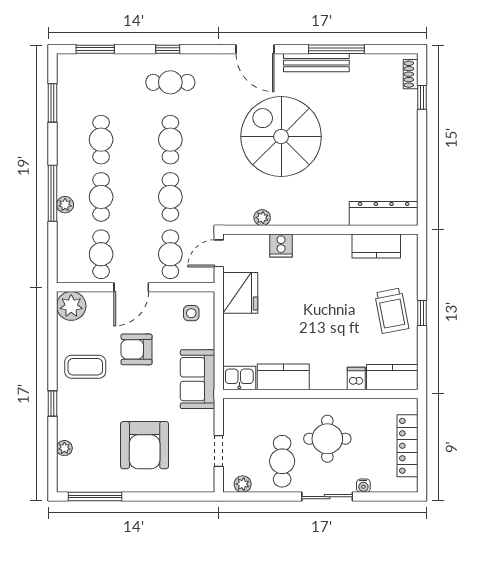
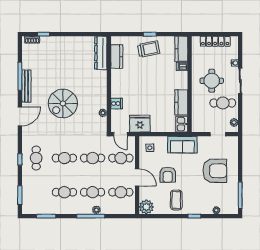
spiral stairs: (281, 137) -> (63, 103), width x0.73, depth x0.73

